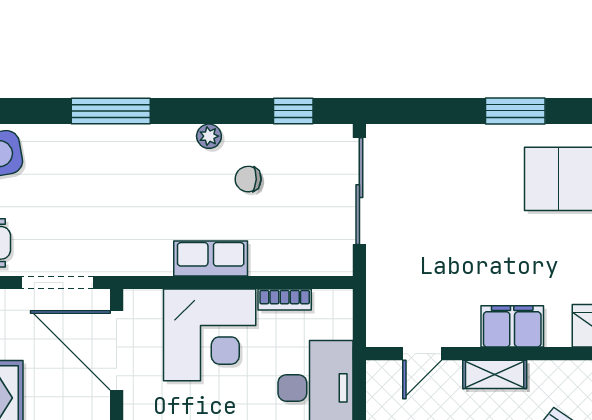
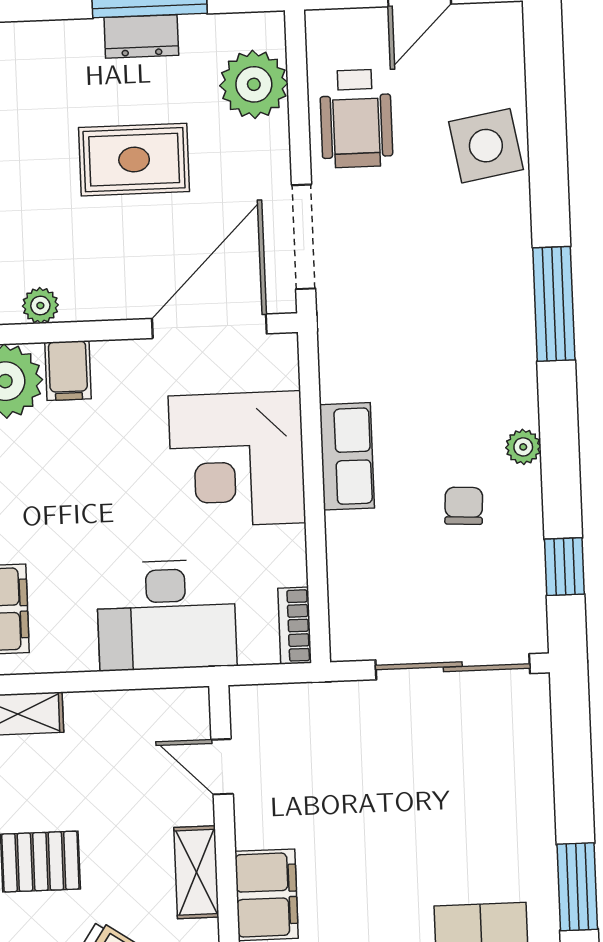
bookcase: (285, 300) -> (295, 626), moved

